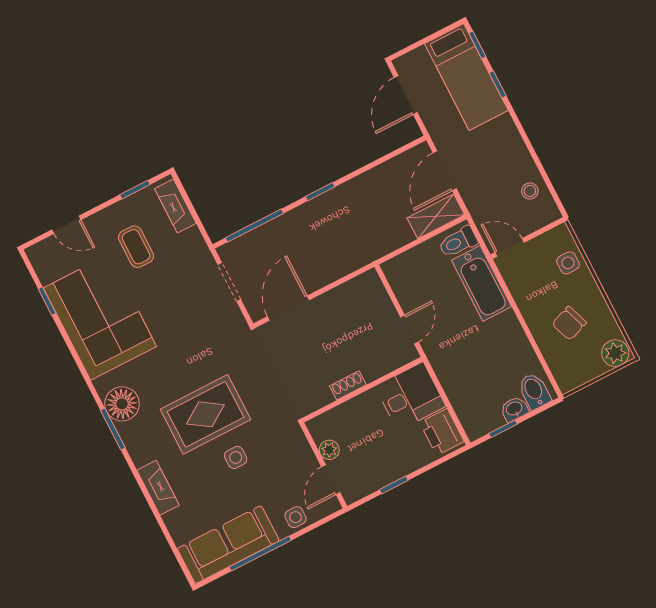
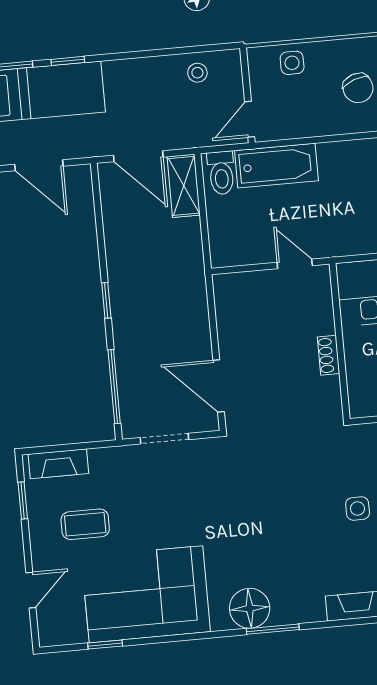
rug: (205, 414) -> (297, 522), removed

